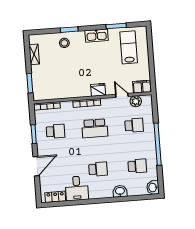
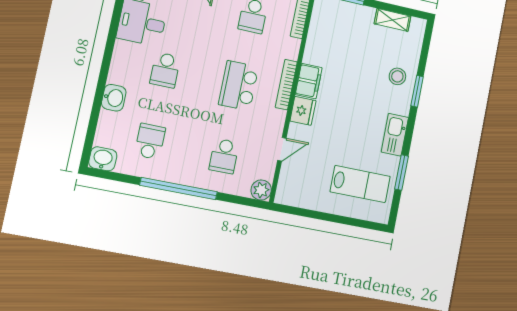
filing cabinet: (142, 87) -> (309, 81), moved
plant: (136, 101) -> (261, 190), moved
school desk: (137, 166) -> (150, 141), turned 180

